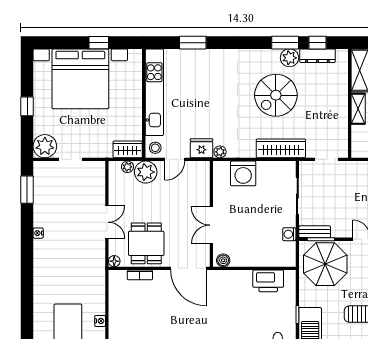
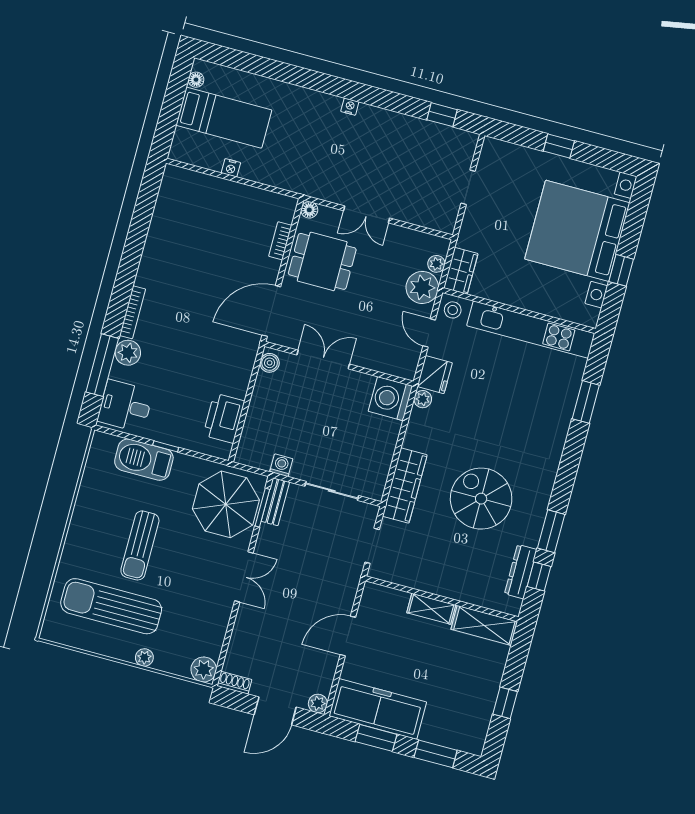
plant: (289, 58) -> (528, 532), removed
plant: (45, 146) -> (496, 156), removed
washing machine: (243, 173) -> (390, 399), moved
window: (27, 190) -> (442, 115), width x0.67
nightstand: (38, 233) -> (350, 107), moved

